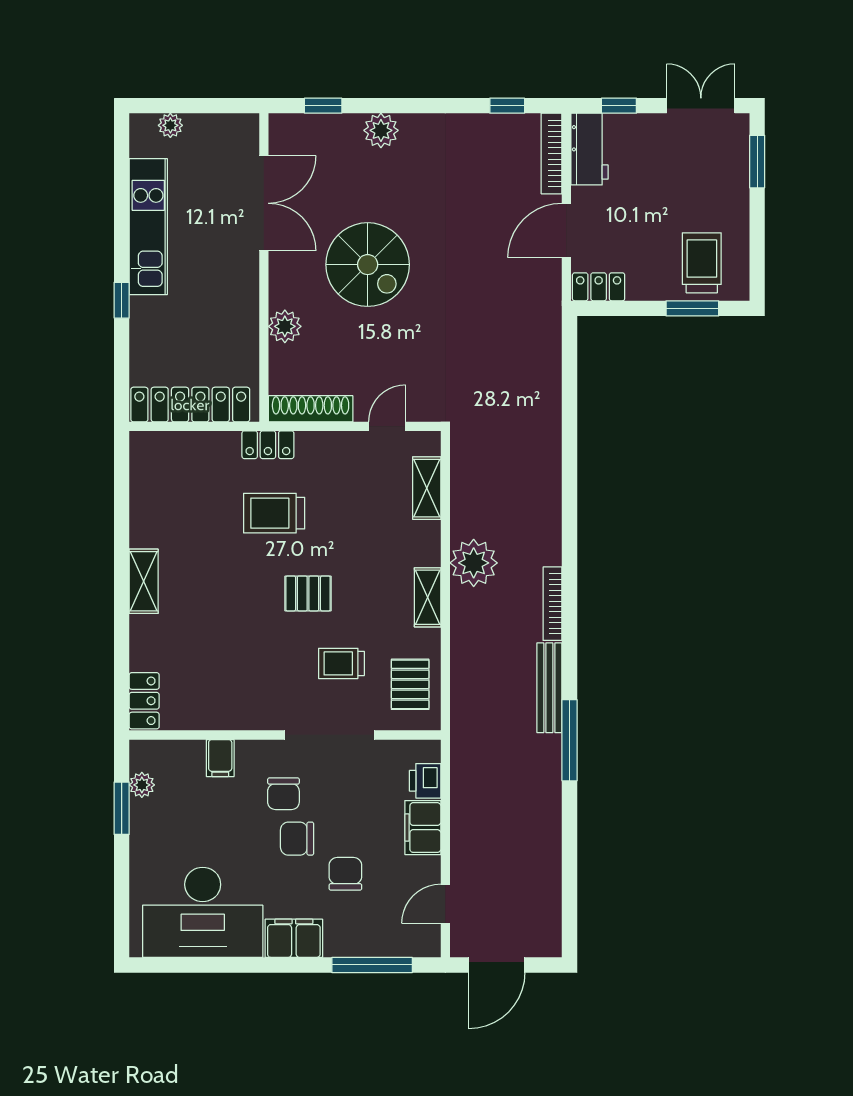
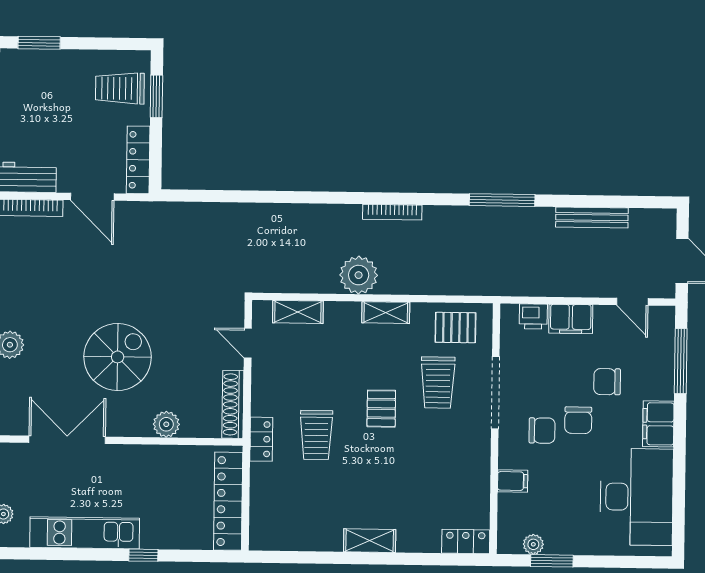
locker: (599, 287) -> (138, 160), width x1.53
trolley: (341, 663) -> (438, 382), width x1.36, depth x1.39
bench: (549, 688) -> (592, 217), moved

